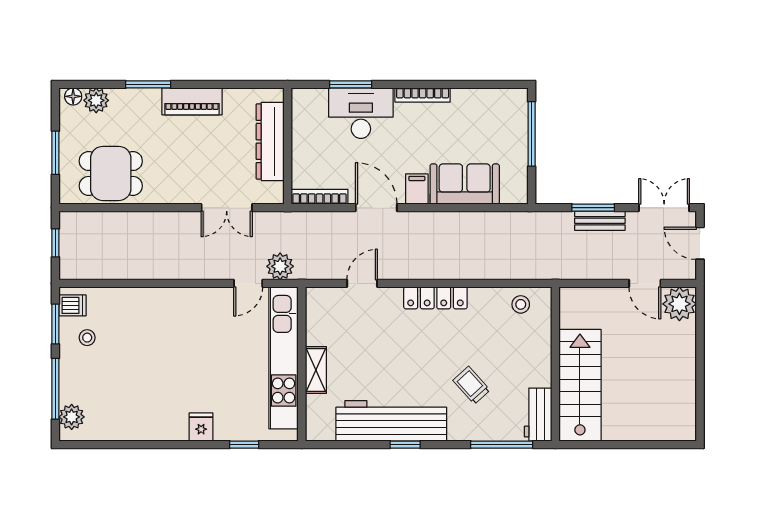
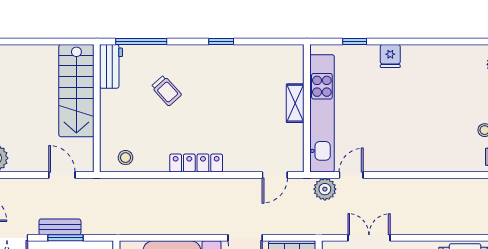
door: (362, 283) -> (275, 175), moved
door: (645, 283) -> (62, 175), moved
workbench: (391, 421) -> (233, 61), removed

